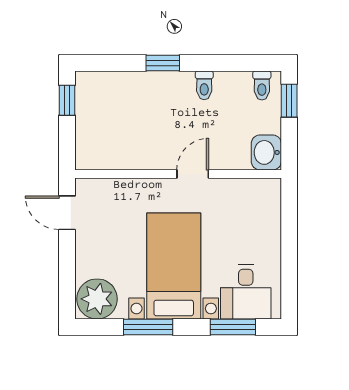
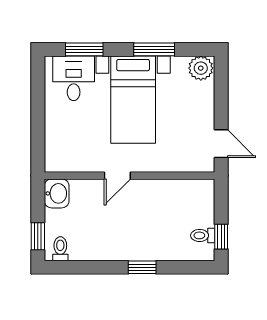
toilet: (204, 85) -> (203, 235), moved, turned -90
plant: (97, 299) -> (201, 68), width x0.73, depth x0.73

